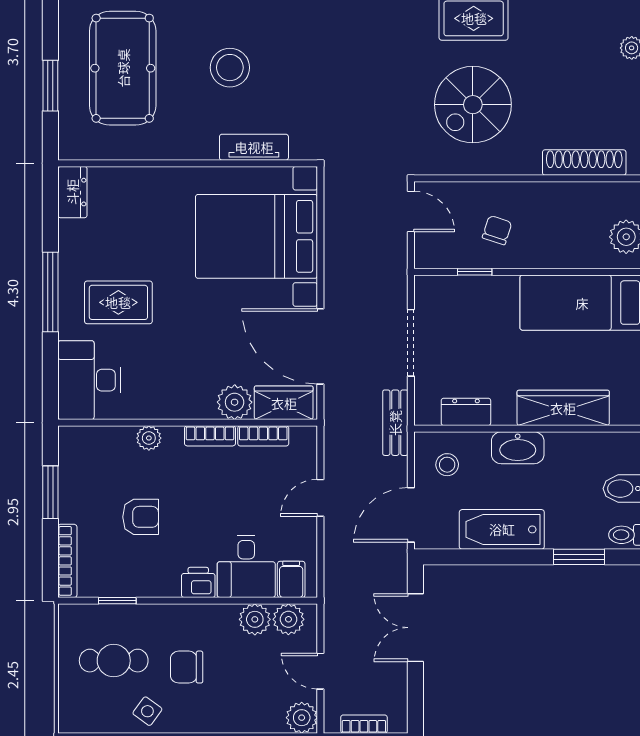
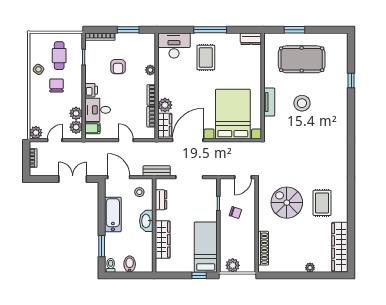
tv unit: (254, 147) -> (269, 102), moved

